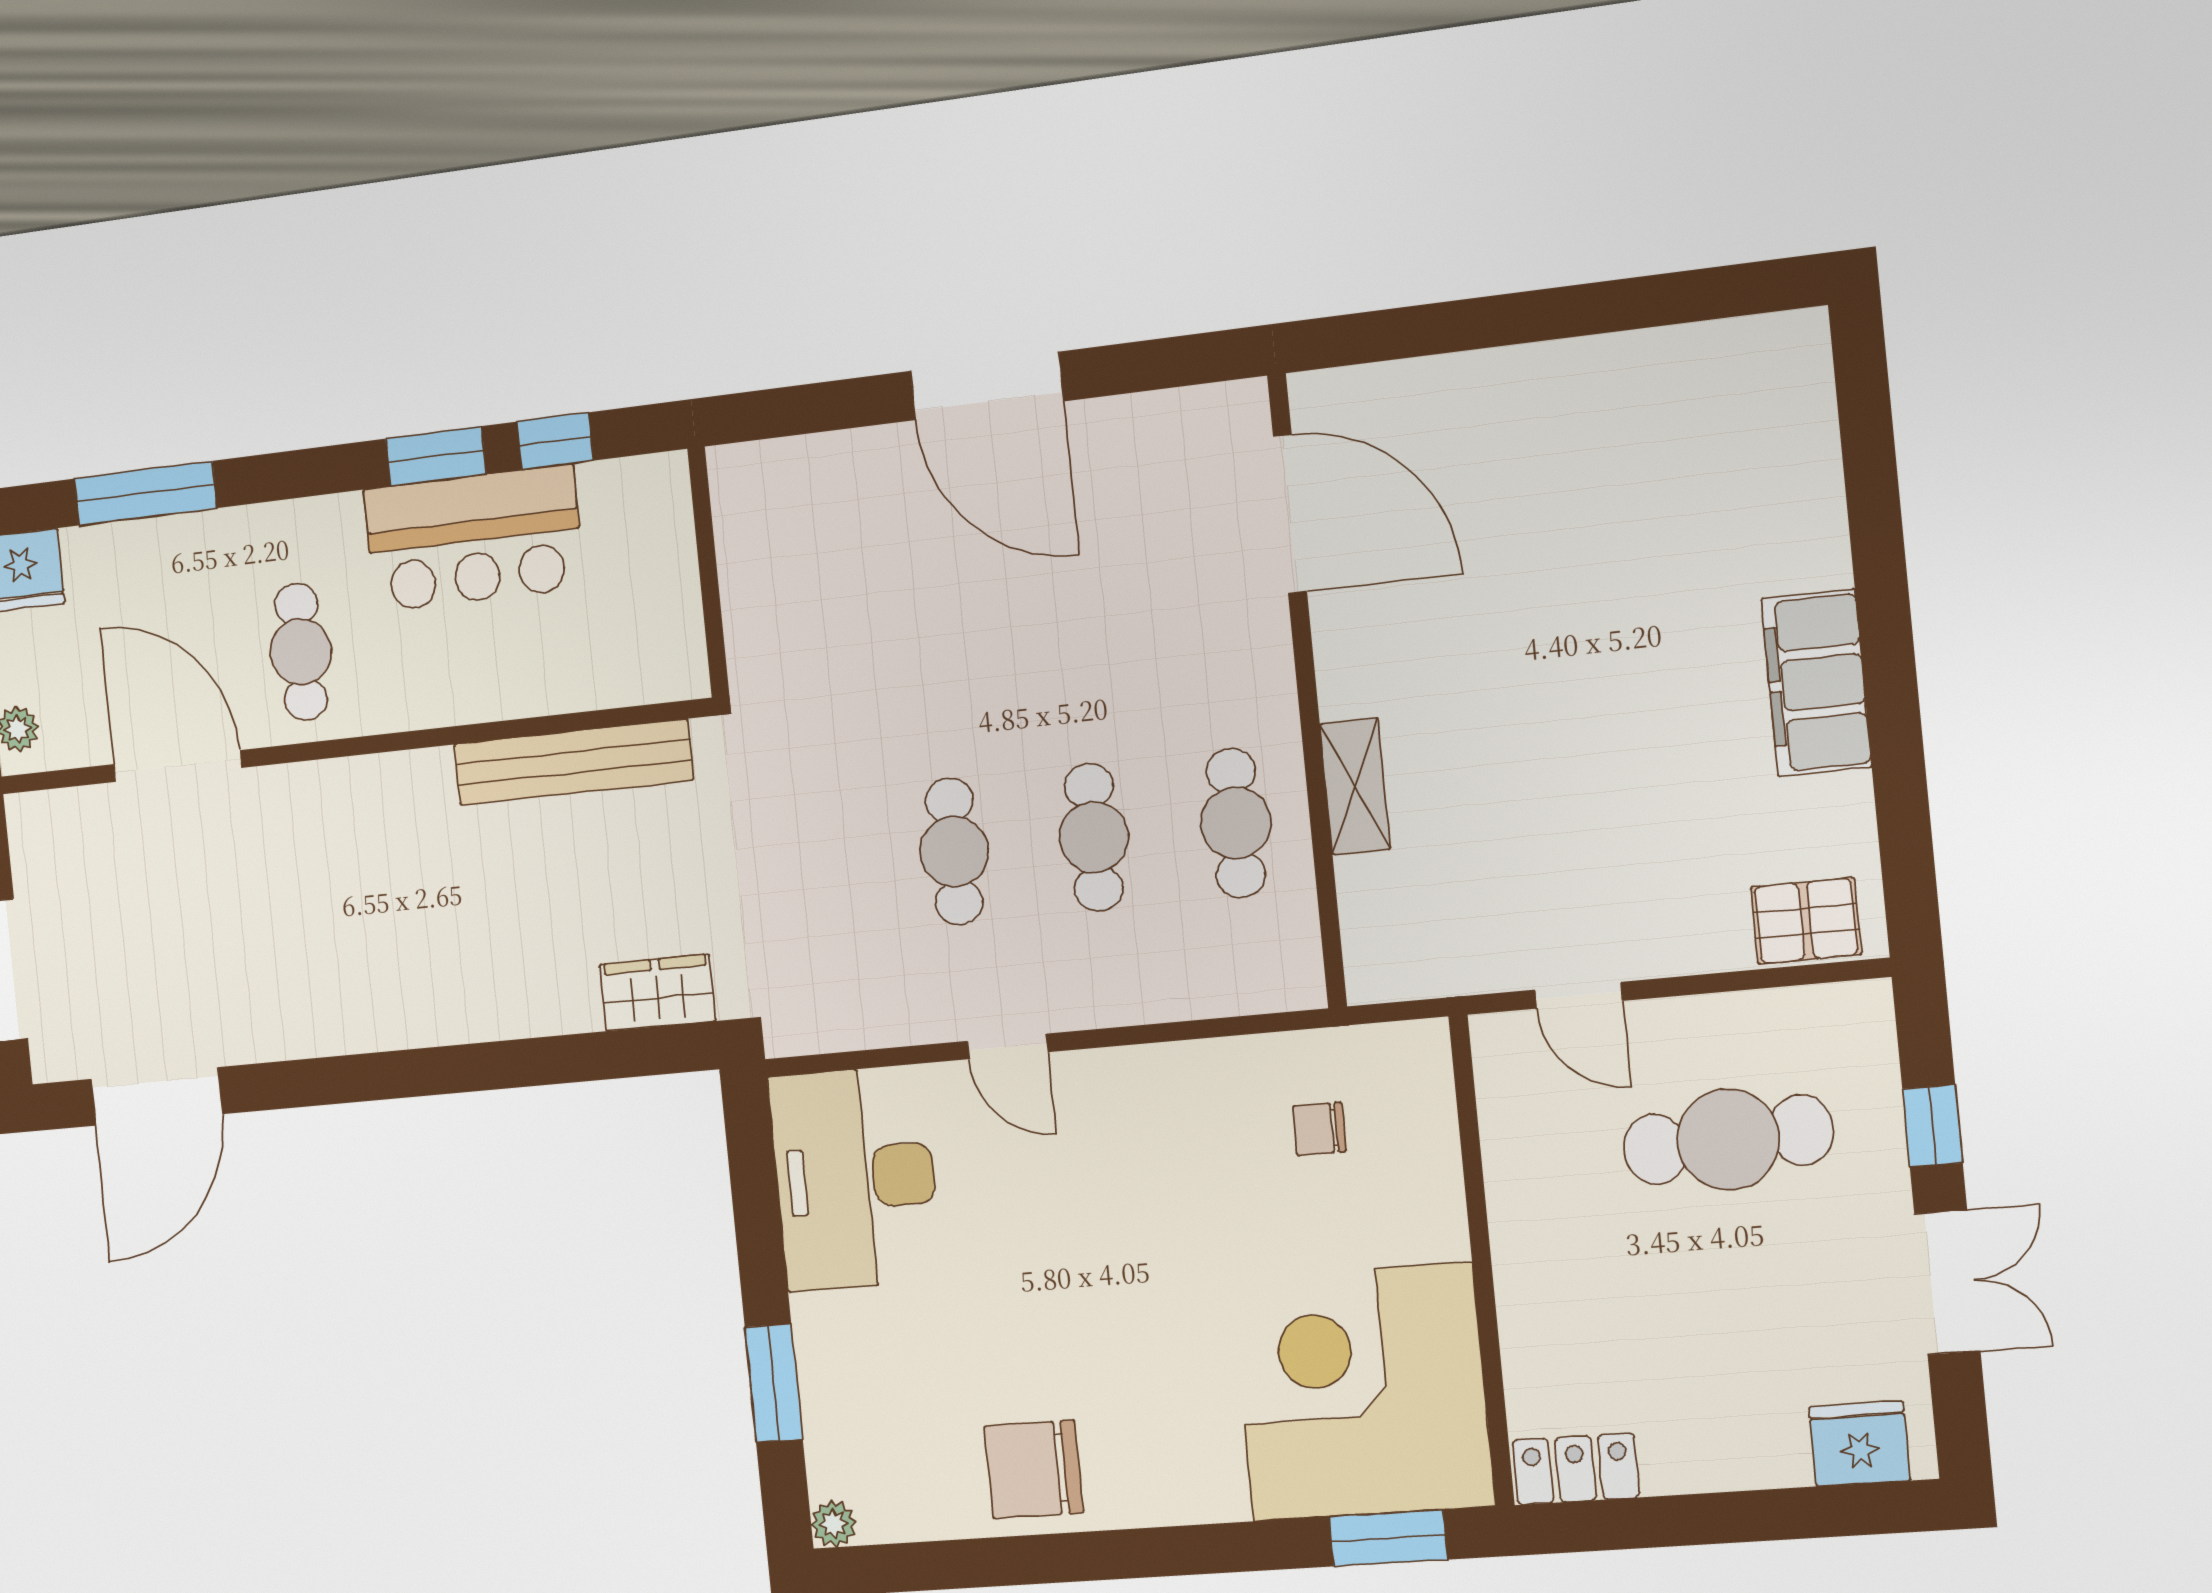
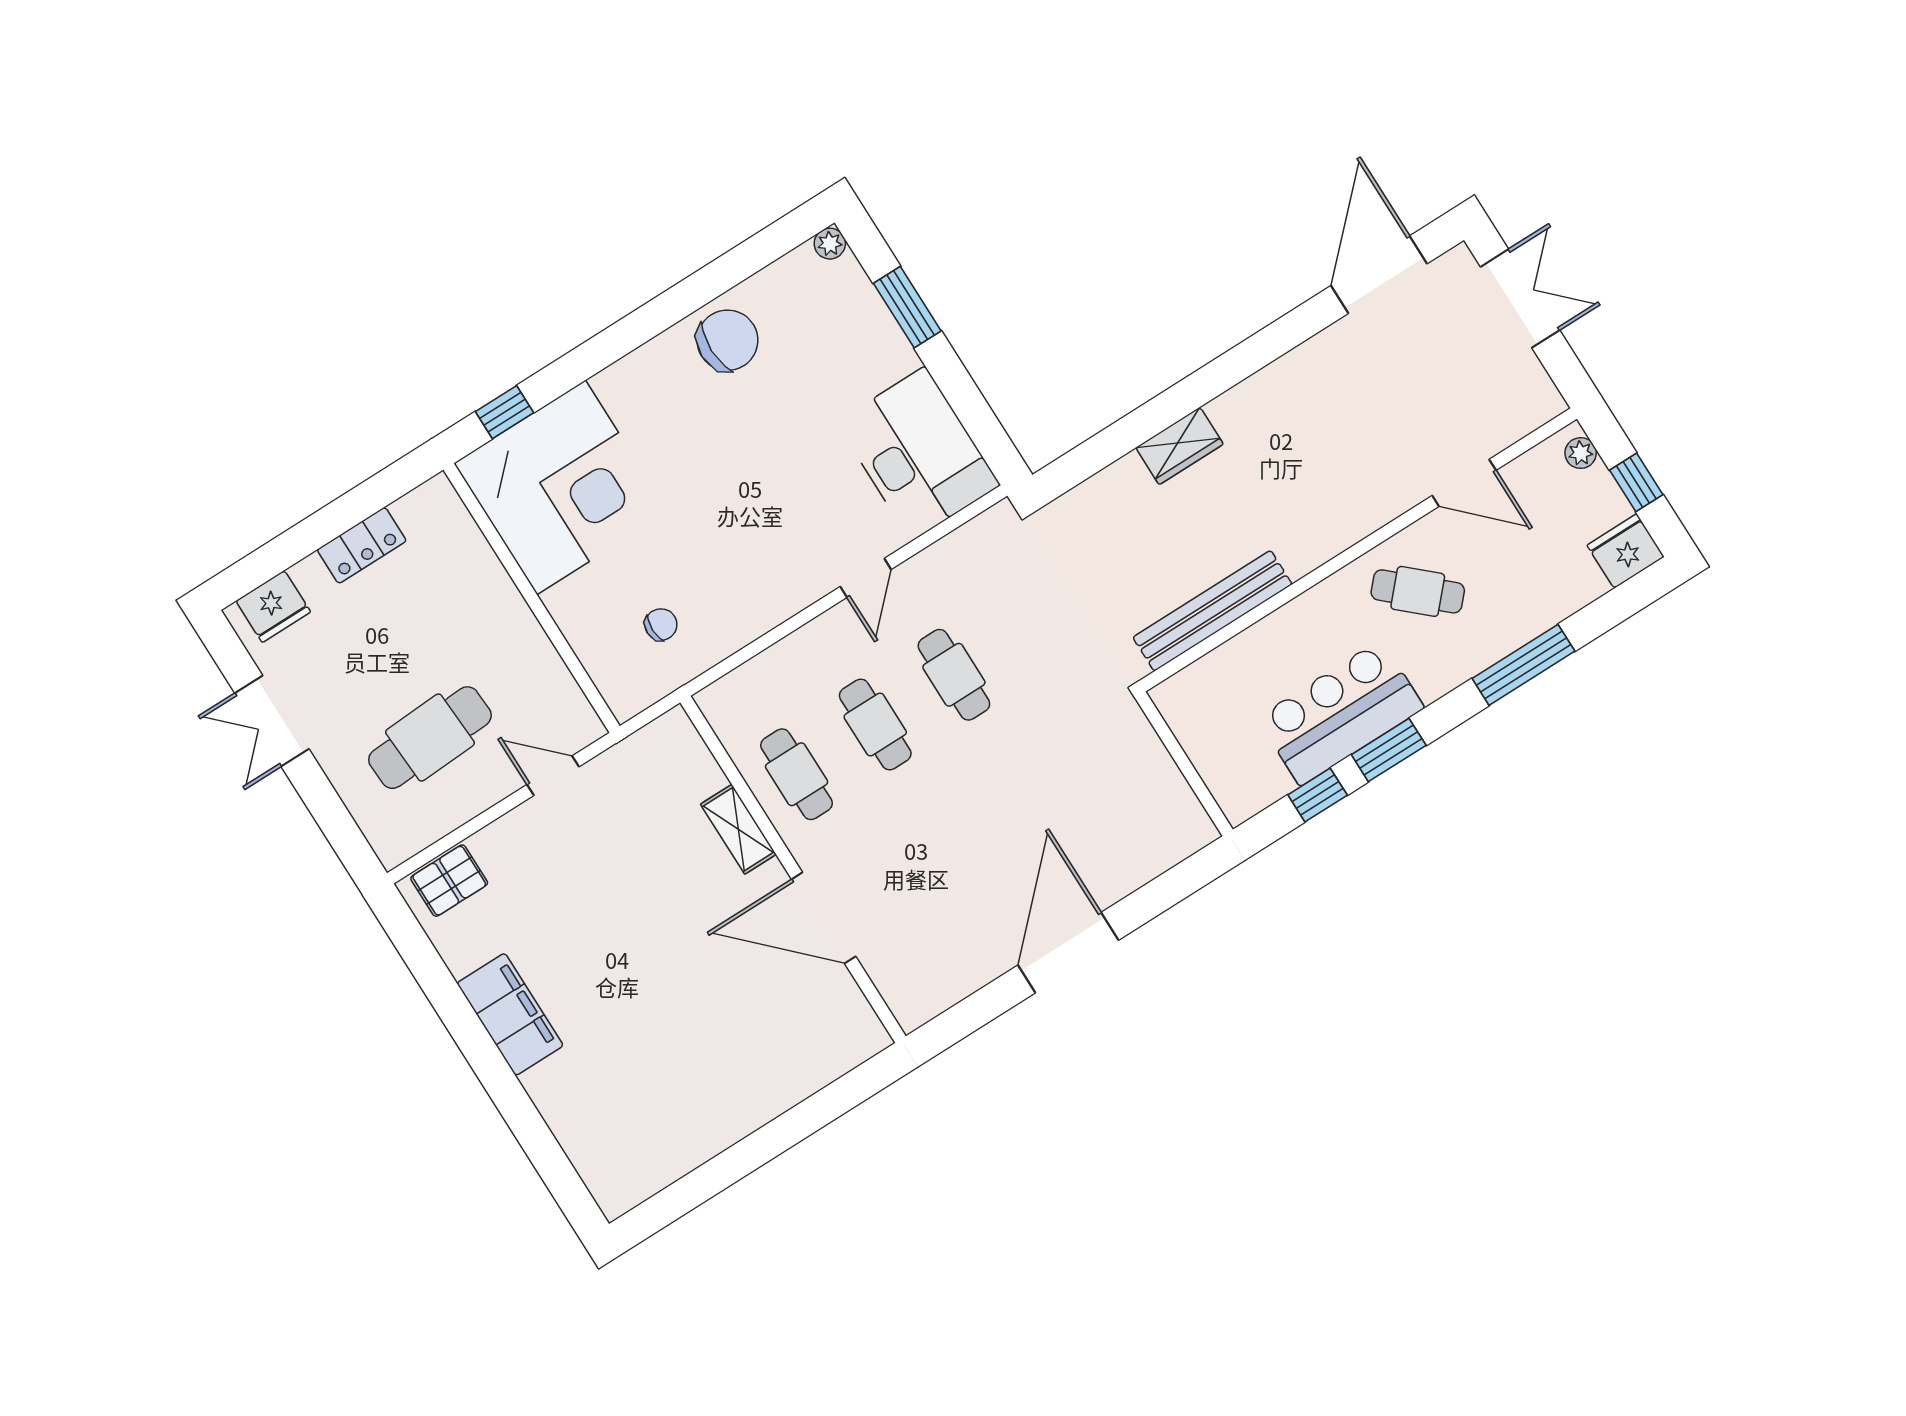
door: (987, 386) -> (1068, 953), hinge flipped
window: (145, 493) -> (1523, 665), moved
door: (1290, 514) -> (824, 918), moved
cafe table: (301, 652) -> (1418, 591), turned -48
door: (178, 766) -> (1464, 483), width x0.73
wardrobe: (657, 993) -> (1179, 446), moved
door: (1008, 1047) -> (866, 578), swing flipped
window: (1933, 1126) -> (324, 803), removed
locker: (1576, 1469) -> (362, 545), moved
window: (1388, 1538) -> (504, 412), width x0.67

